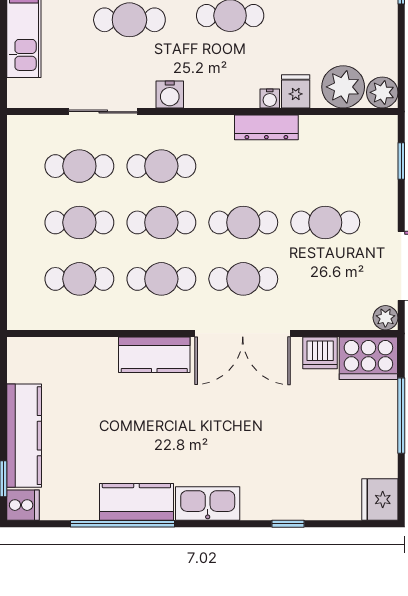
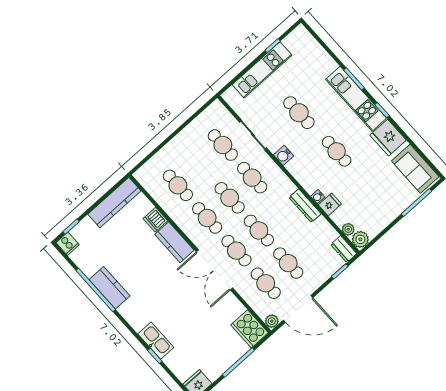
plant: (343, 87) -> (348, 229), width x0.53, depth x0.53
dresser: (375, 128) -> (344, 249), added
cafe table: (79, 222) -> (266, 283), moved
dishwasher: (320, 353) -> (155, 220), moved
kitchen counter: (24, 436) -> (114, 203), moved
kitchen sink: (208, 503) -> (156, 341), moved

